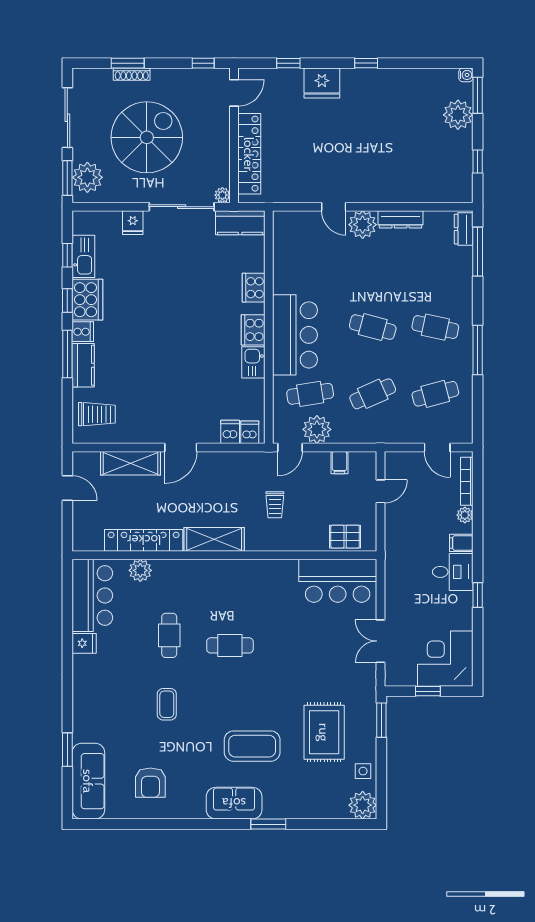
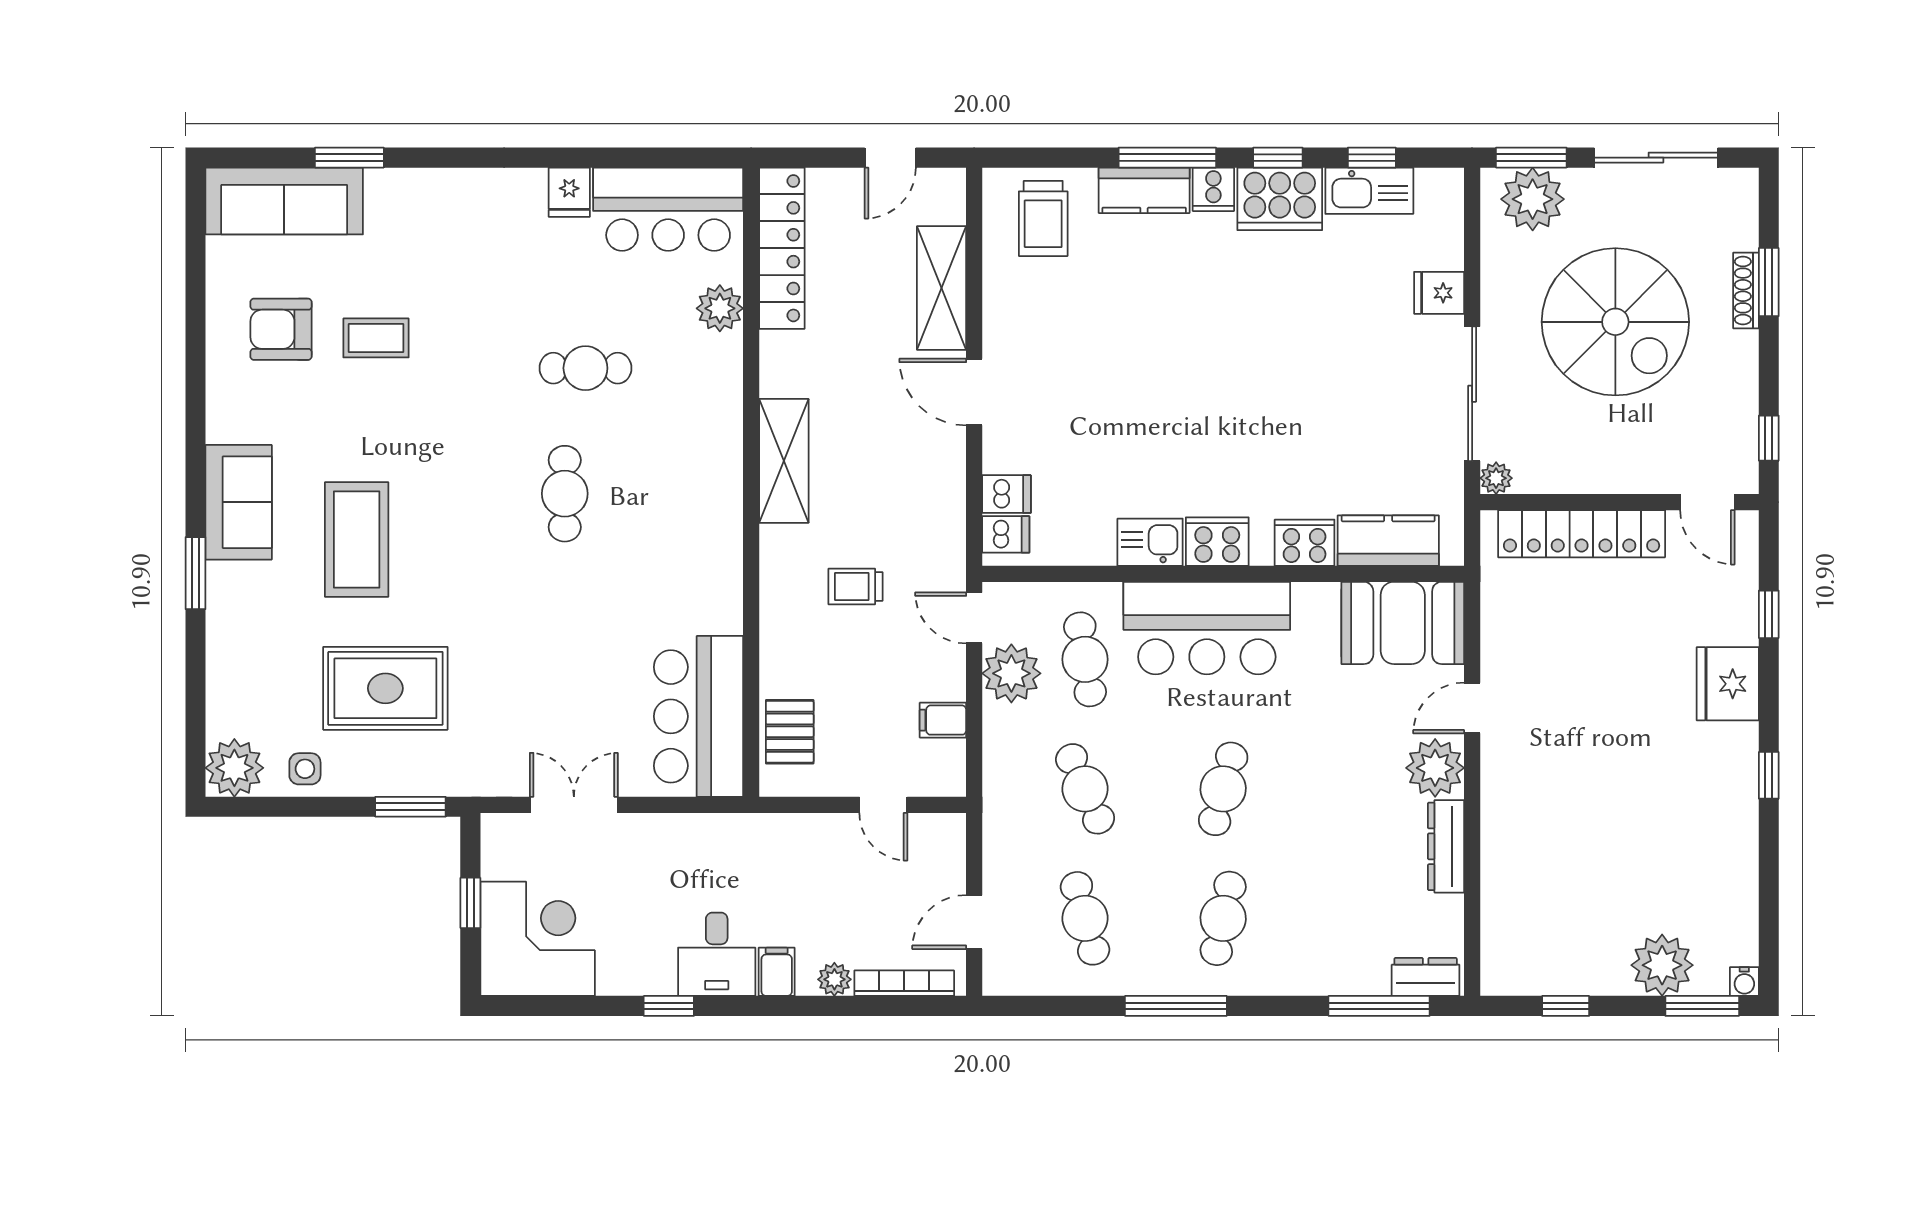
kitchen counter: (240, 223) -> (1388, 541), moved, turned 90
booth: (292, 240) -> (1403, 623), added
locker: (144, 540) -> (782, 248), moved
coffee table: (167, 704) -> (376, 338), moved

